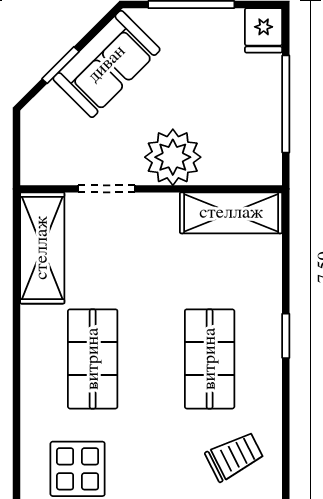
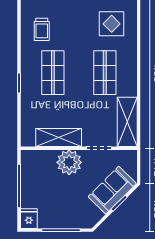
sofa: (107, 64) -> (112, 190), moved
shelving: (231, 213) -> (59, 138), moved
trolley: (234, 456) -> (42, 29), turned -63

